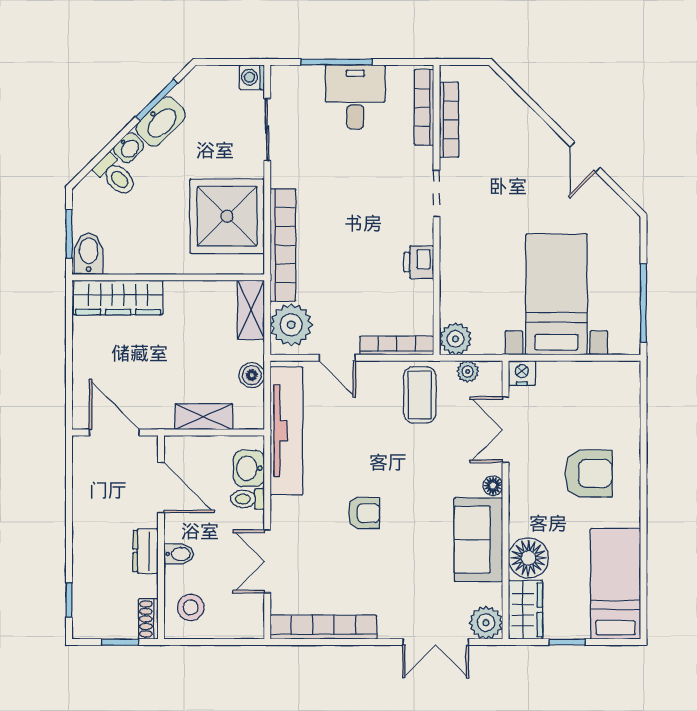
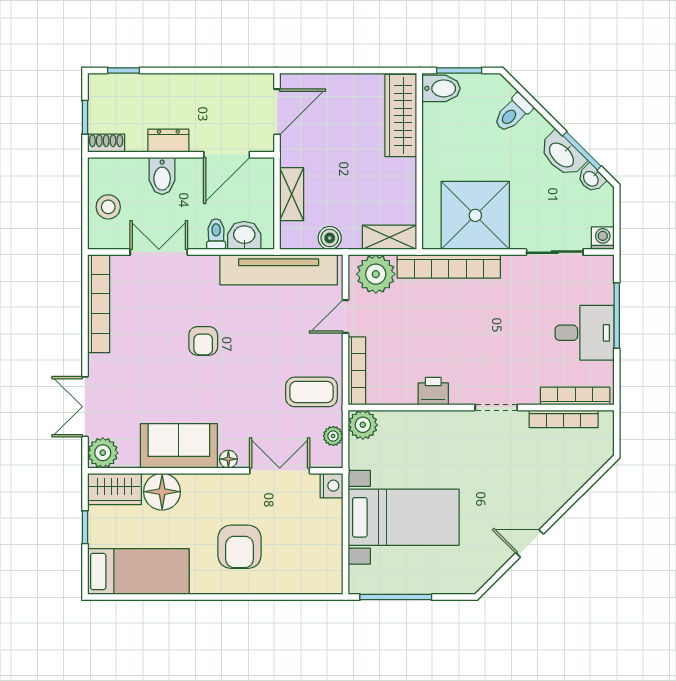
washbasin: (129, 148) -> (591, 178), moved
bidet: (179, 554) -> (162, 176), width x1.38, depth x1.36
stool: (191, 607) -> (108, 207), moved

